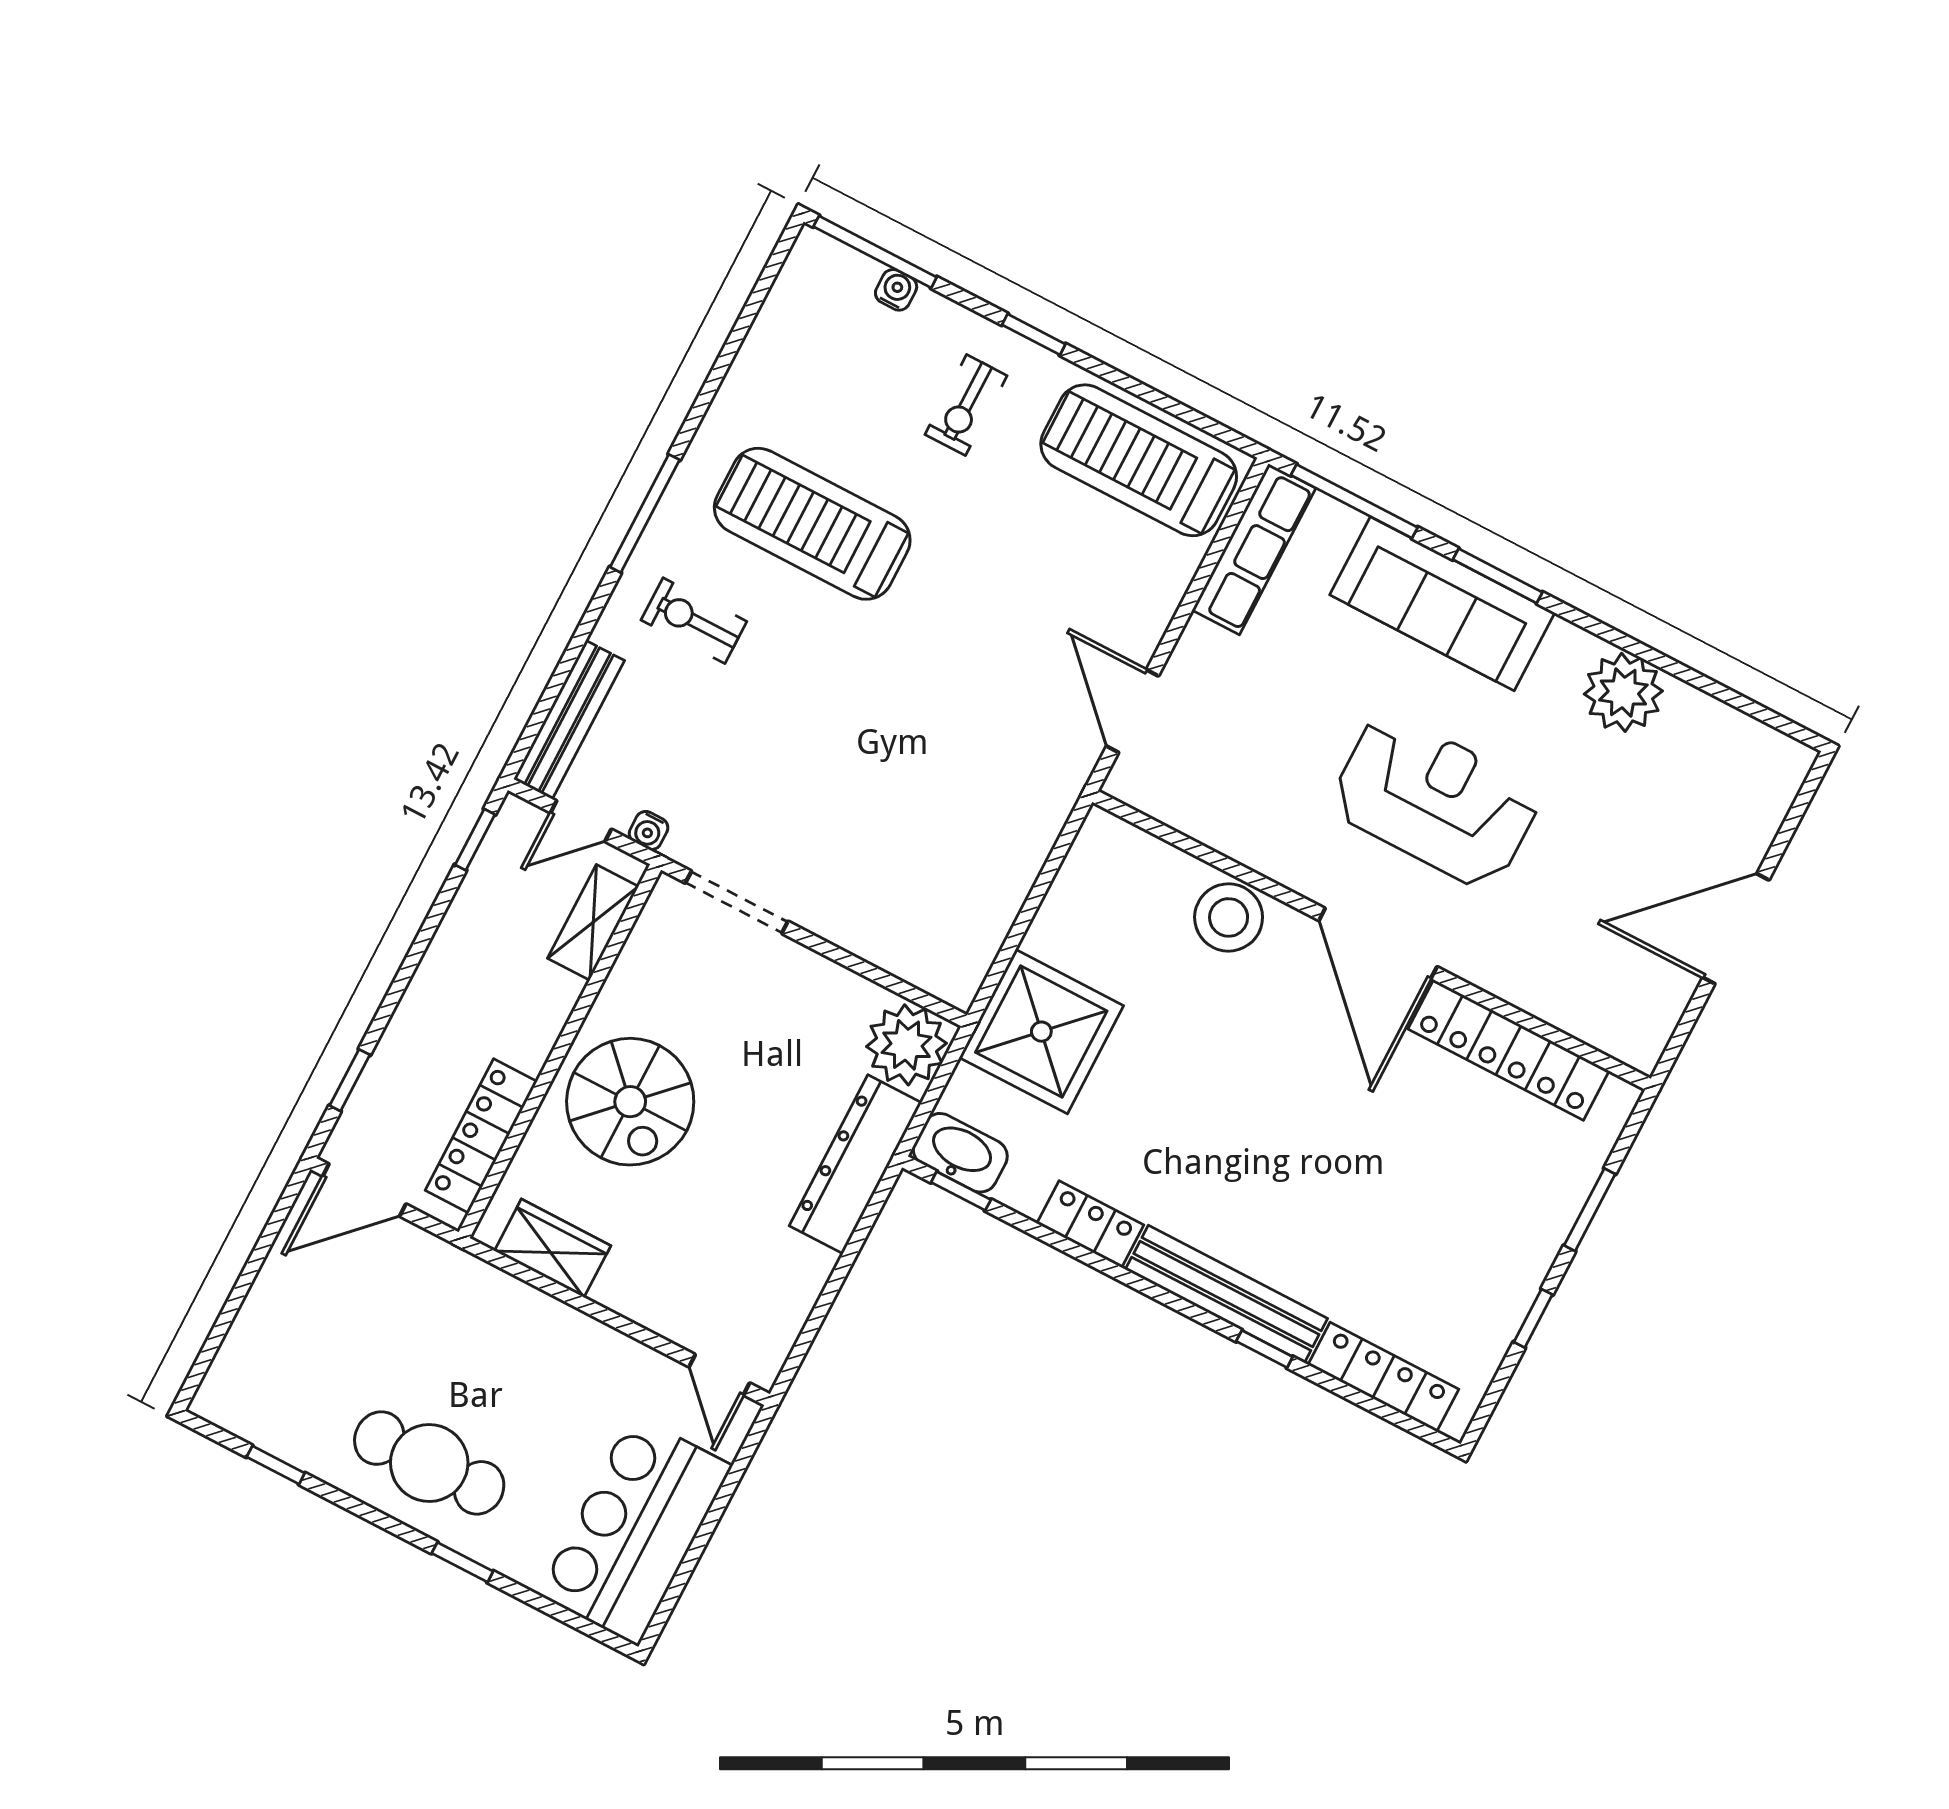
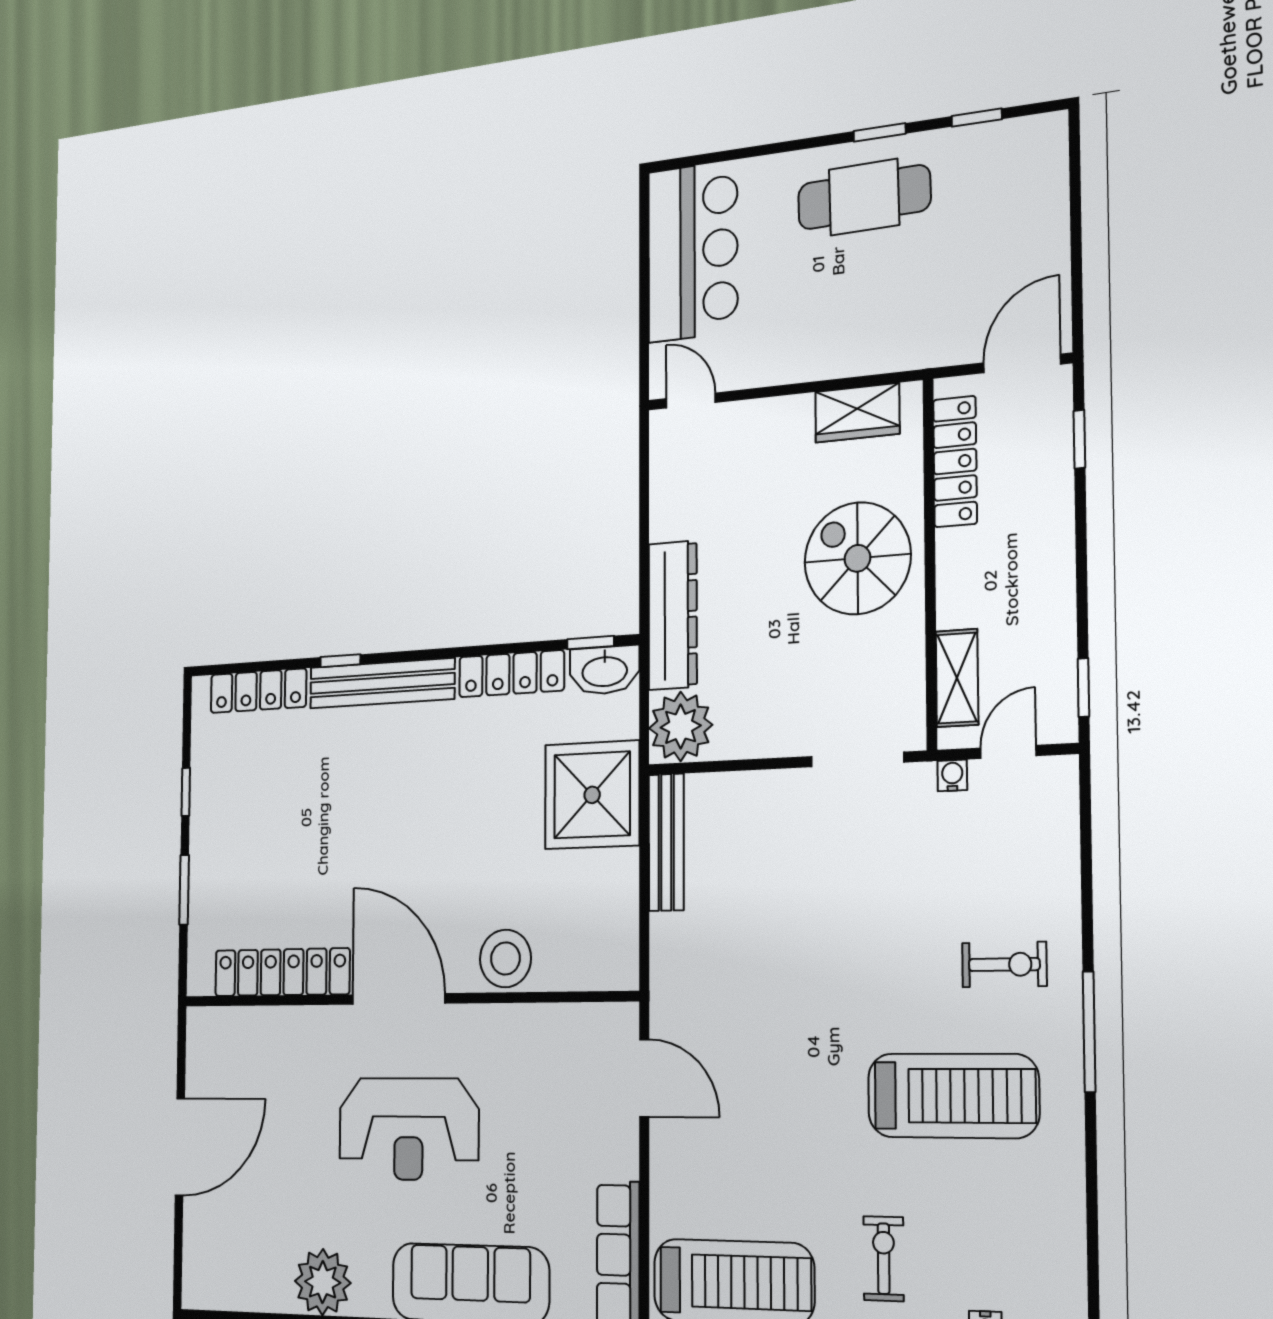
bench: (569, 720) -> (666, 842), moved
locker: (1090, 1224) -> (511, 674), width x1.53
window: (462, 1562) -> (880, 132), moved

